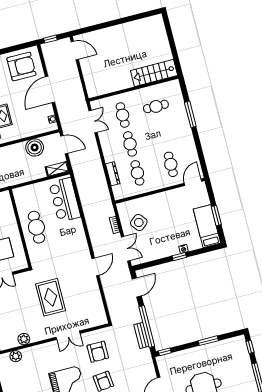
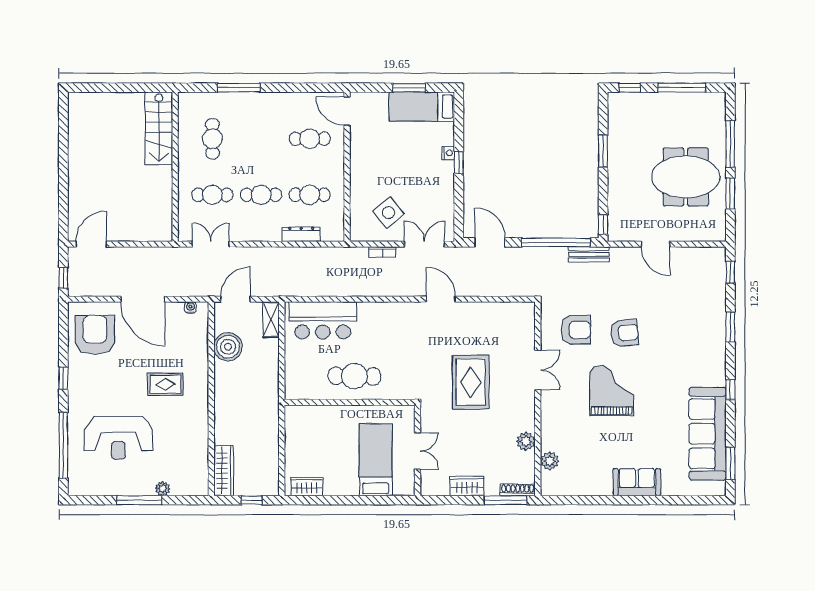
rug: (51, 297) -> (471, 382), turned 90
bench: (141, 335) -> (589, 254), moved

